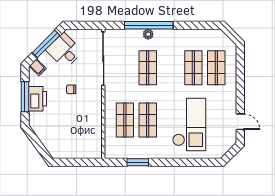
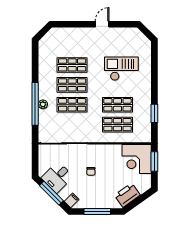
shop shelf: (216, 68) -> (72, 85), moved
printer: (38, 99) -> (127, 195), moved, turned -36
door: (240, 122) -> (102, 24), moved
checkout: (189, 125) -> (121, 69), width x0.73, depth x0.83
corner desk: (85, 142) -> (137, 159), added
window: (83, 162) -> (154, 161), added

